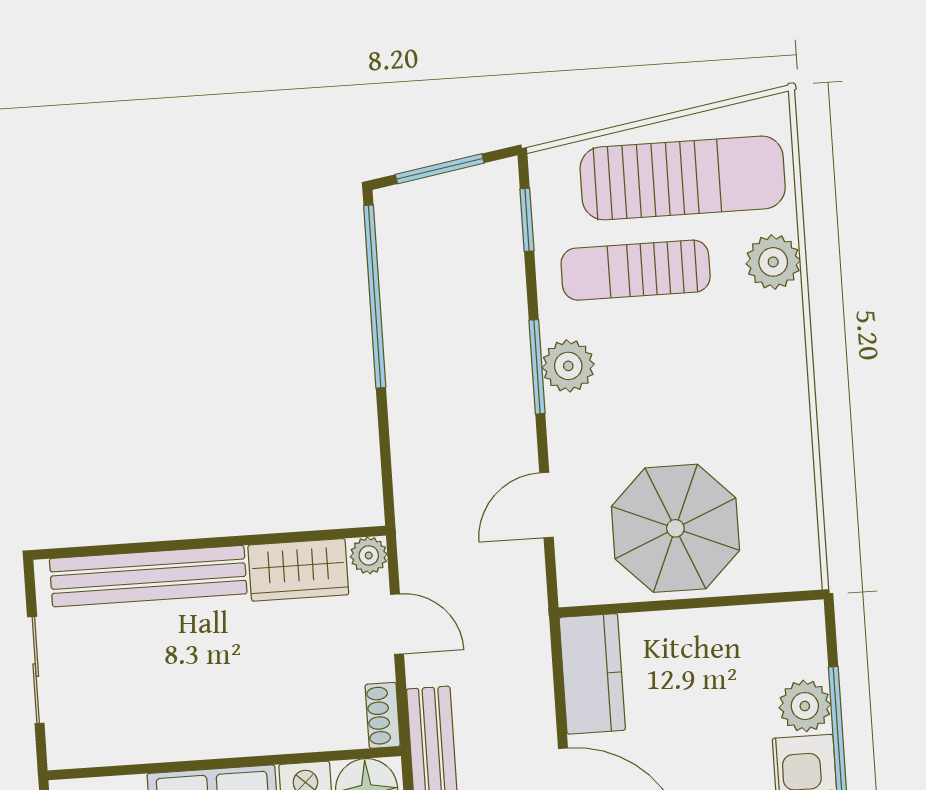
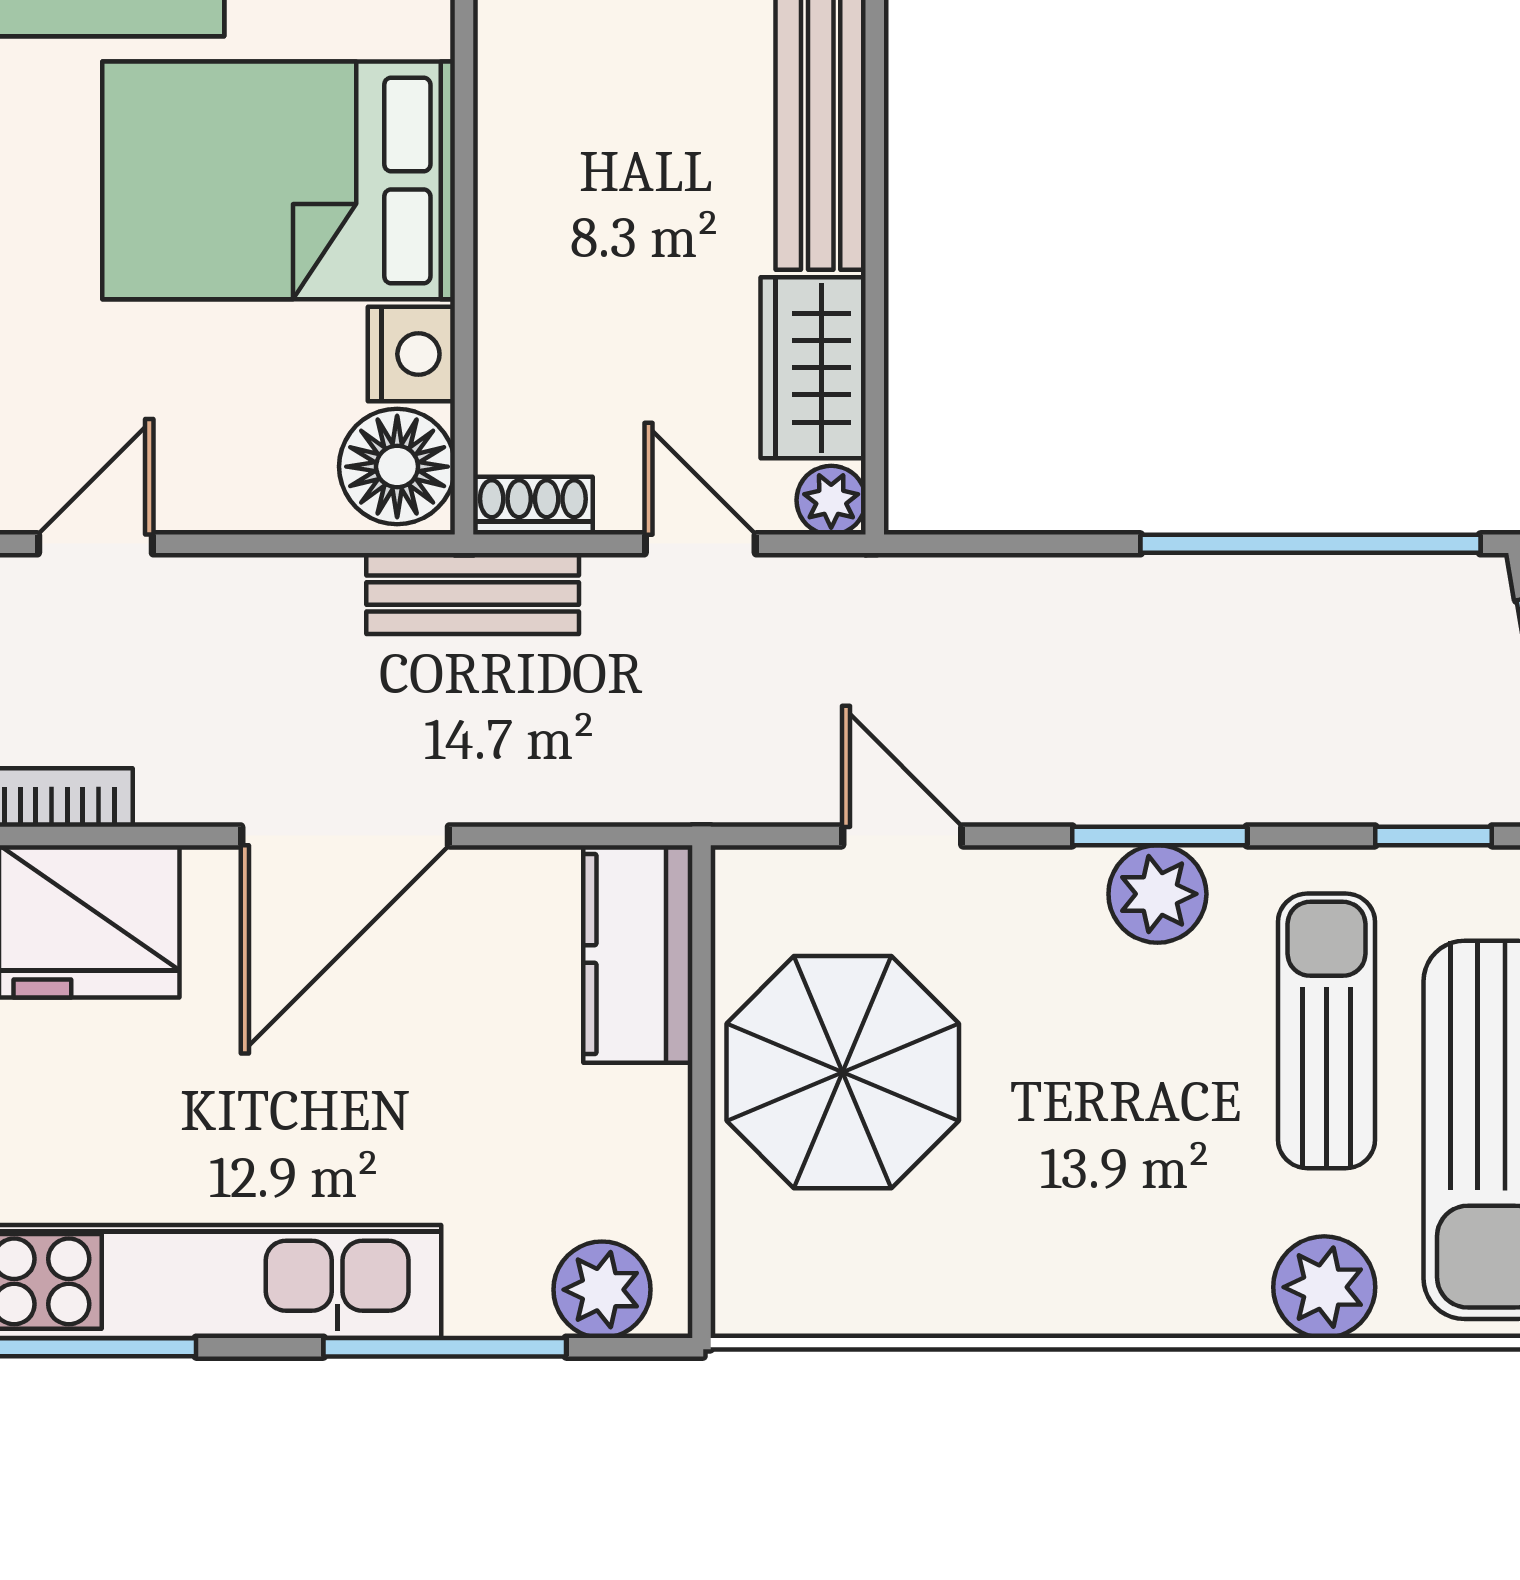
door: (397, 624) -> (700, 544), swing flipped
kitchen counter: (592, 674) -> (638, 954), moved, turned 90
plant: (805, 706) -> (602, 1290), moved

